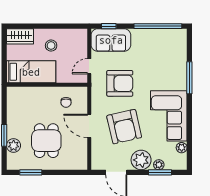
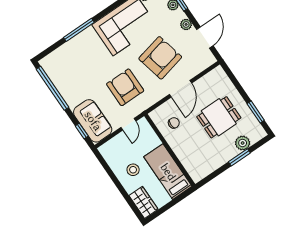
door: (89, 66) -> (128, 124), hinge flipped
plant: (141, 160) -> (186, 24), width x0.53, depth x0.53

